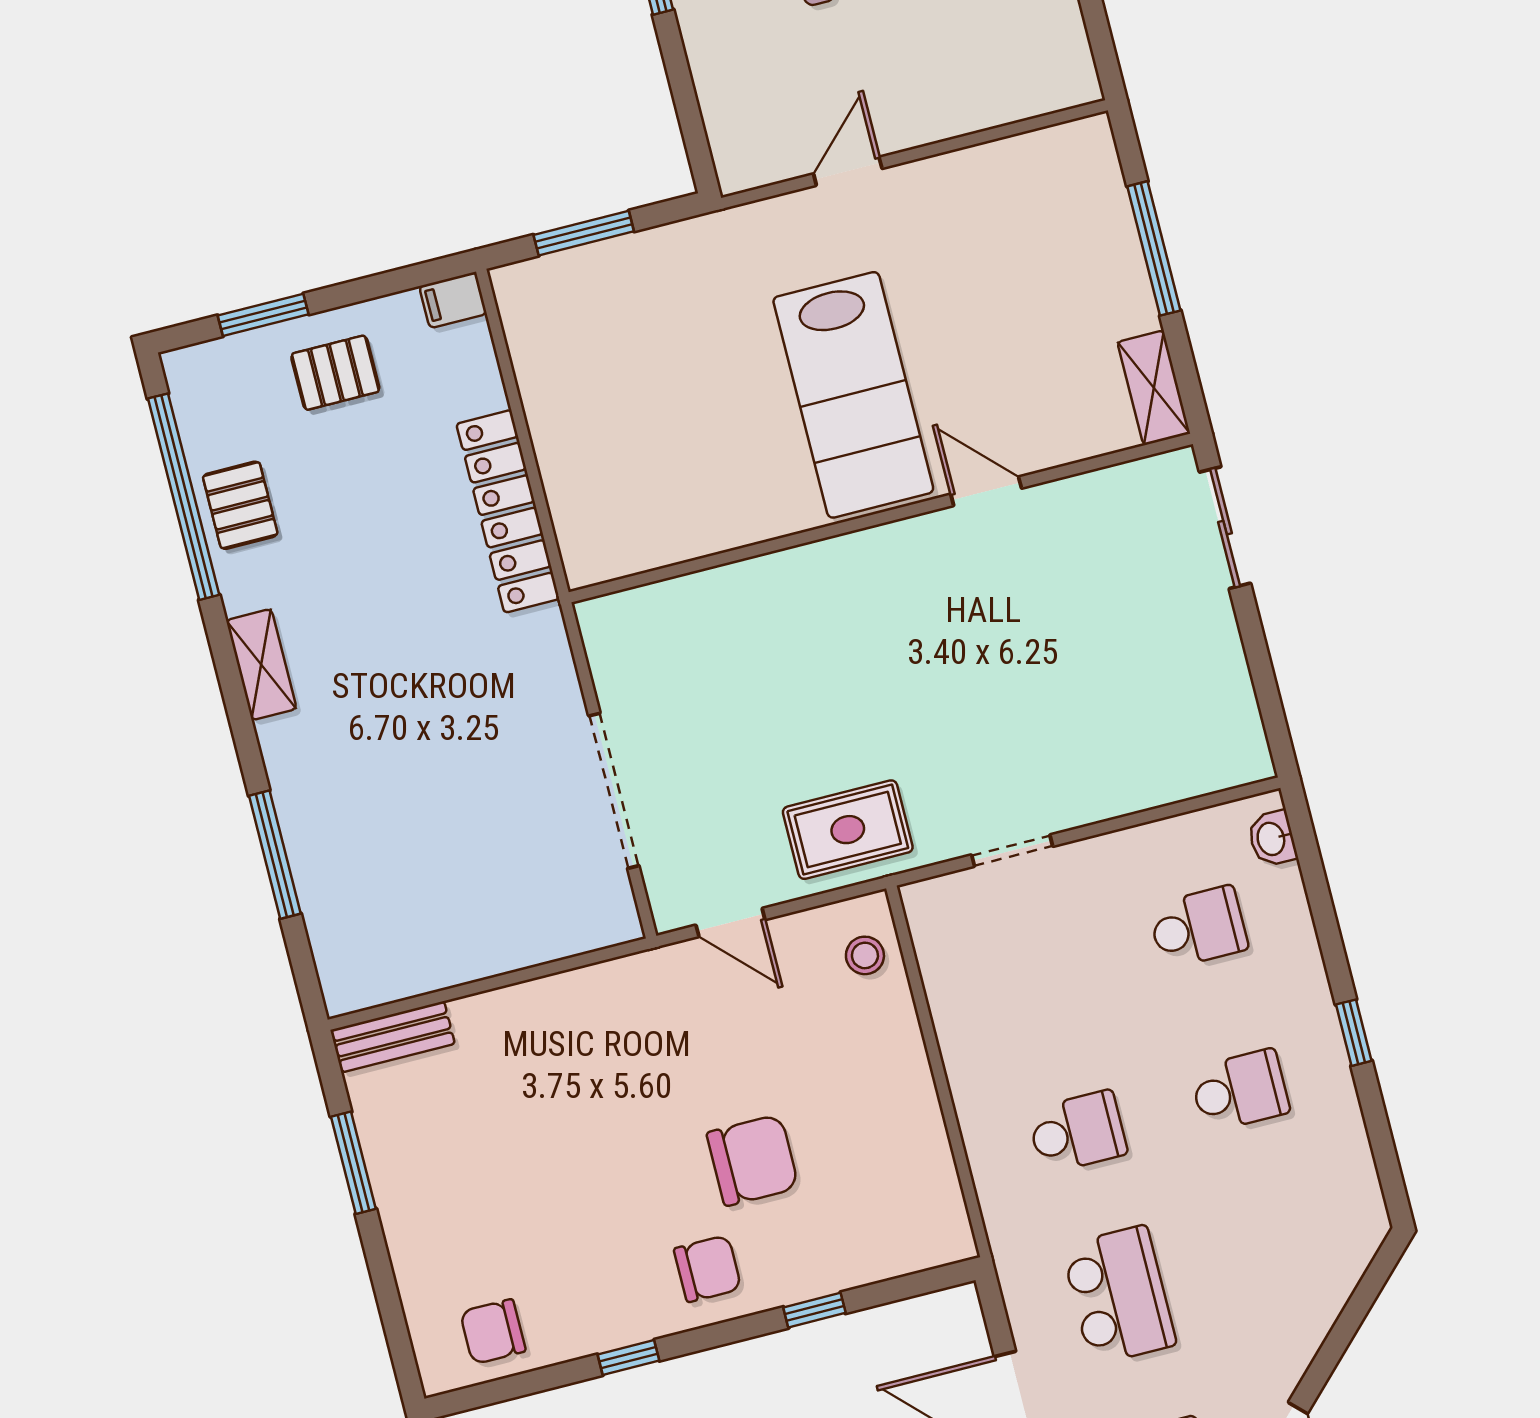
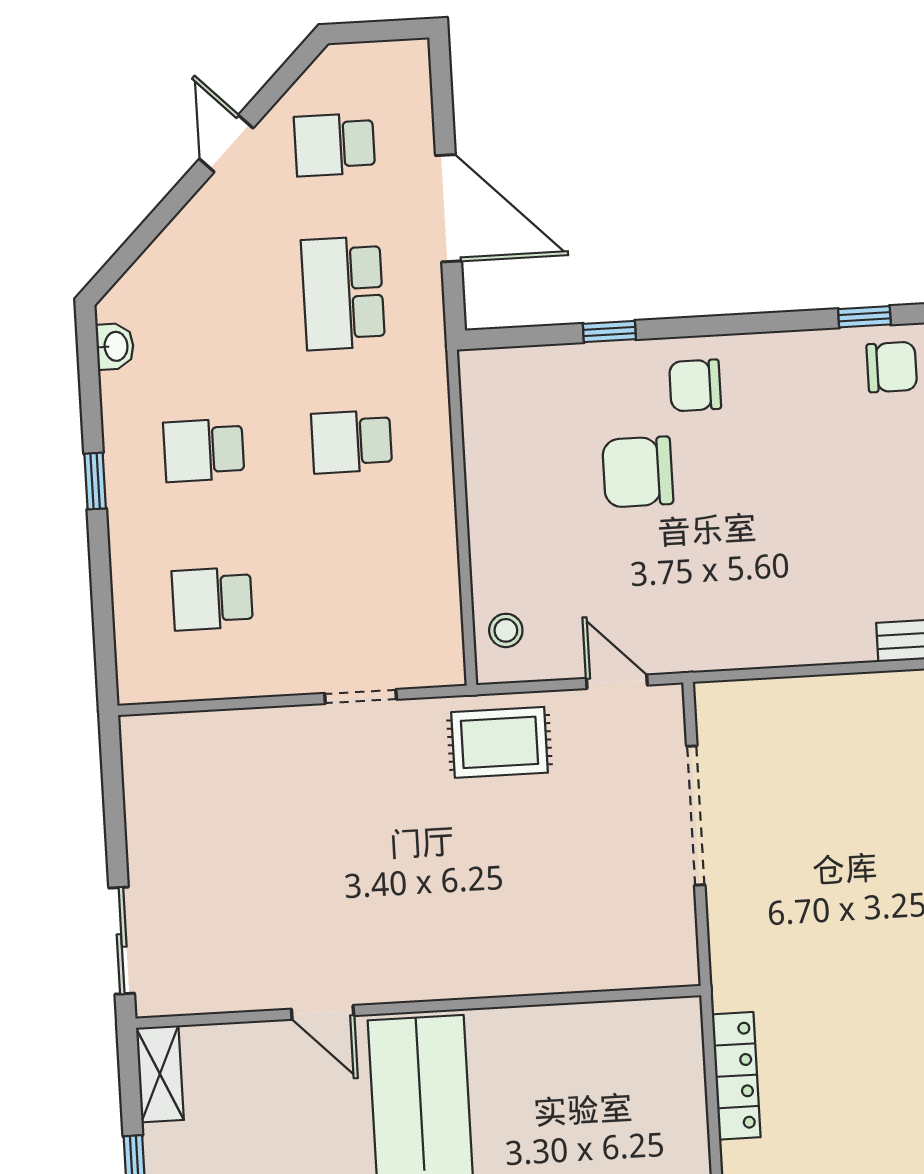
locker: (508, 511) -> (736, 1076), width x0.71, depth x0.83
washbasin: (1272, 839) -> (115, 346), moved
window: (628, 1358) -> (864, 317), moved

